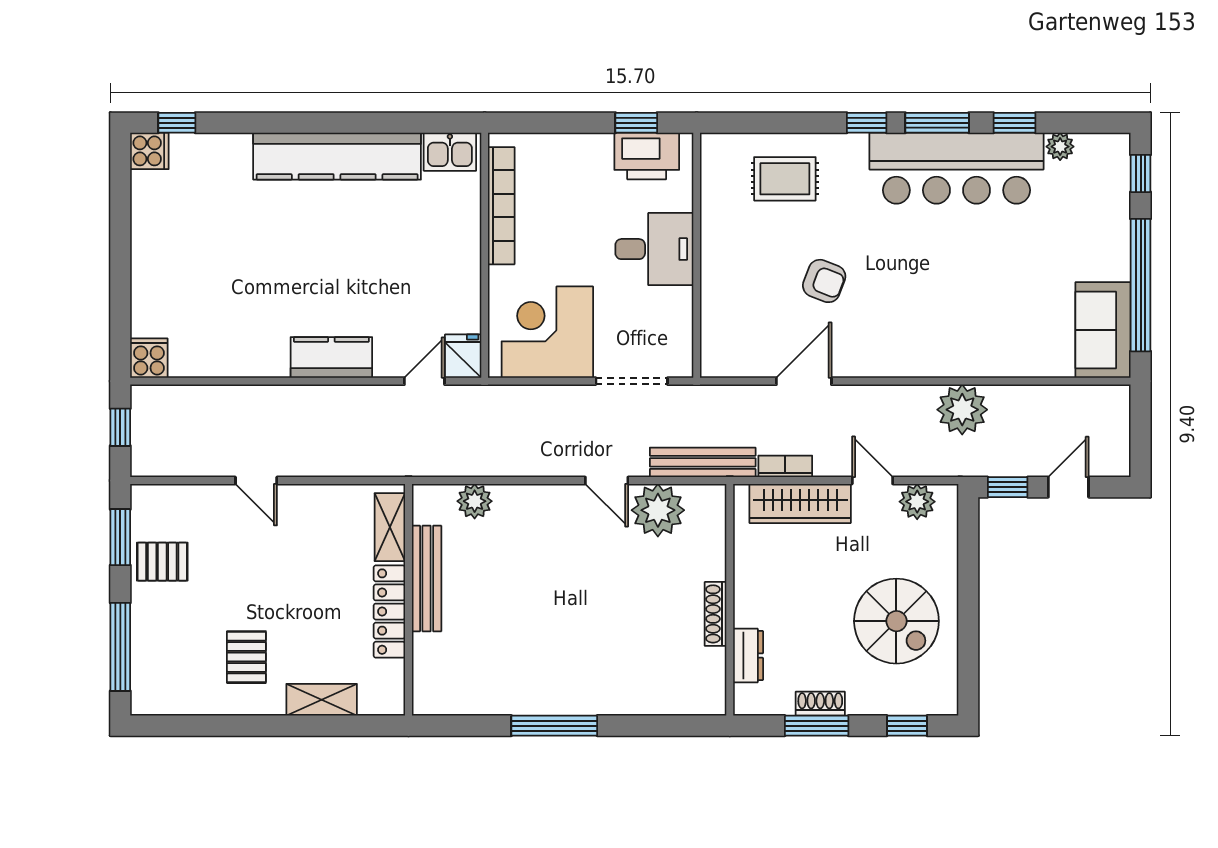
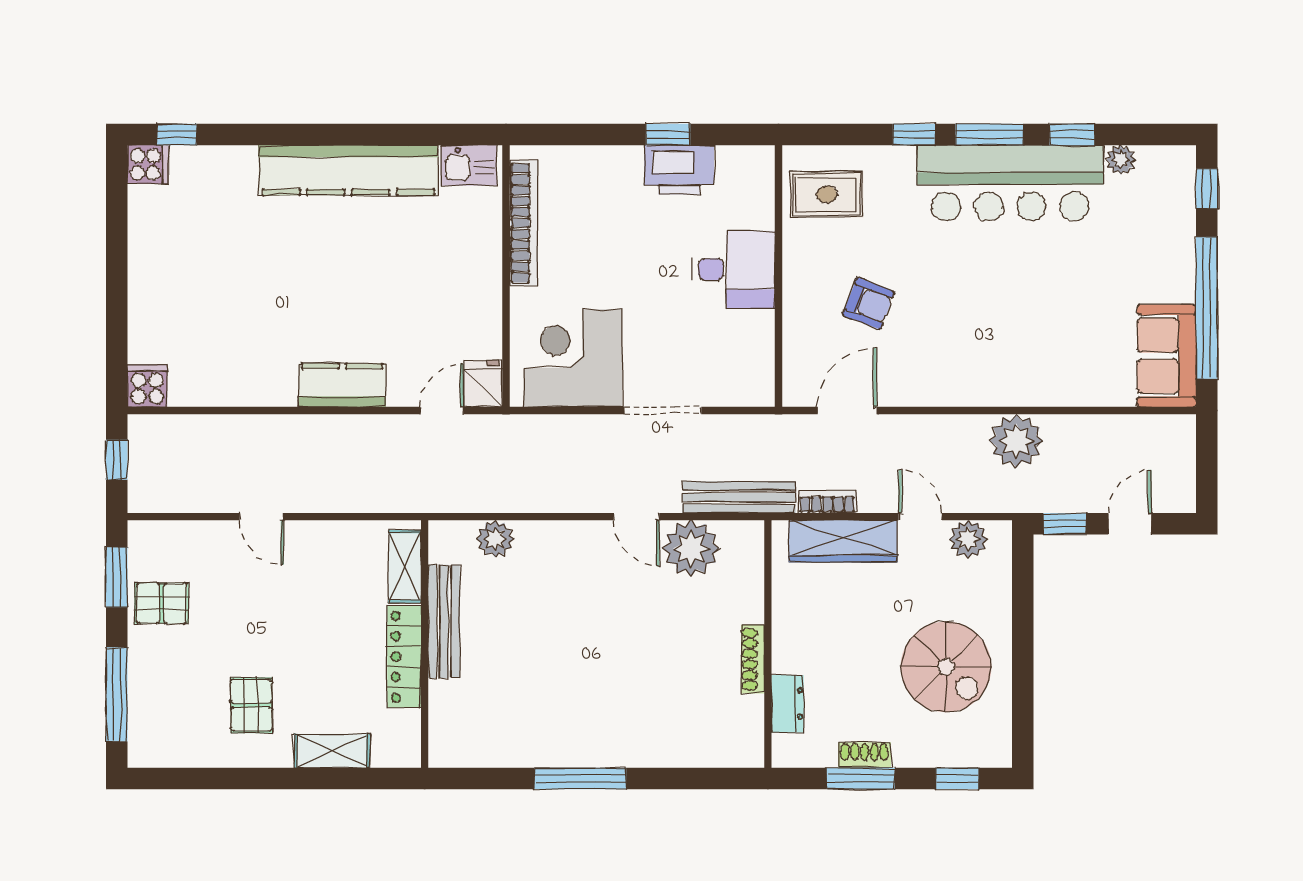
desk: (654, 249) -> (733, 269), moved
wall: (697, 255) -> (779, 276), moved

